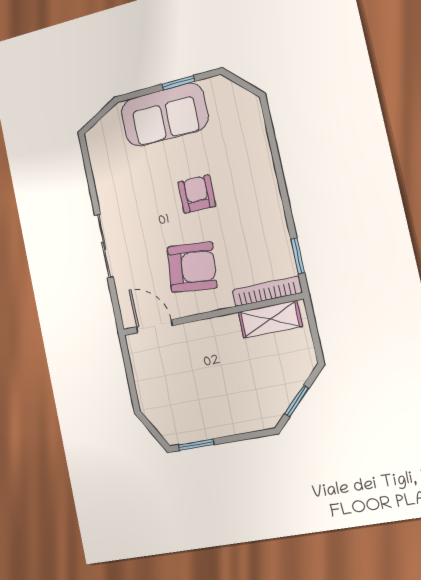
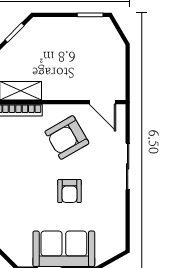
armchair: (197, 194) -> (69, 191), moved
armchair: (192, 267) -> (67, 137), turned -36

